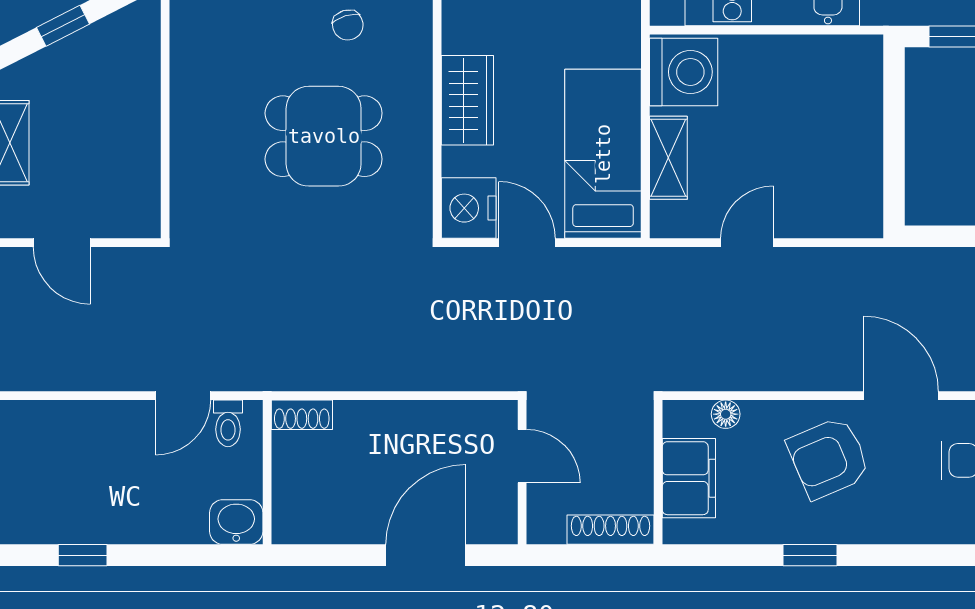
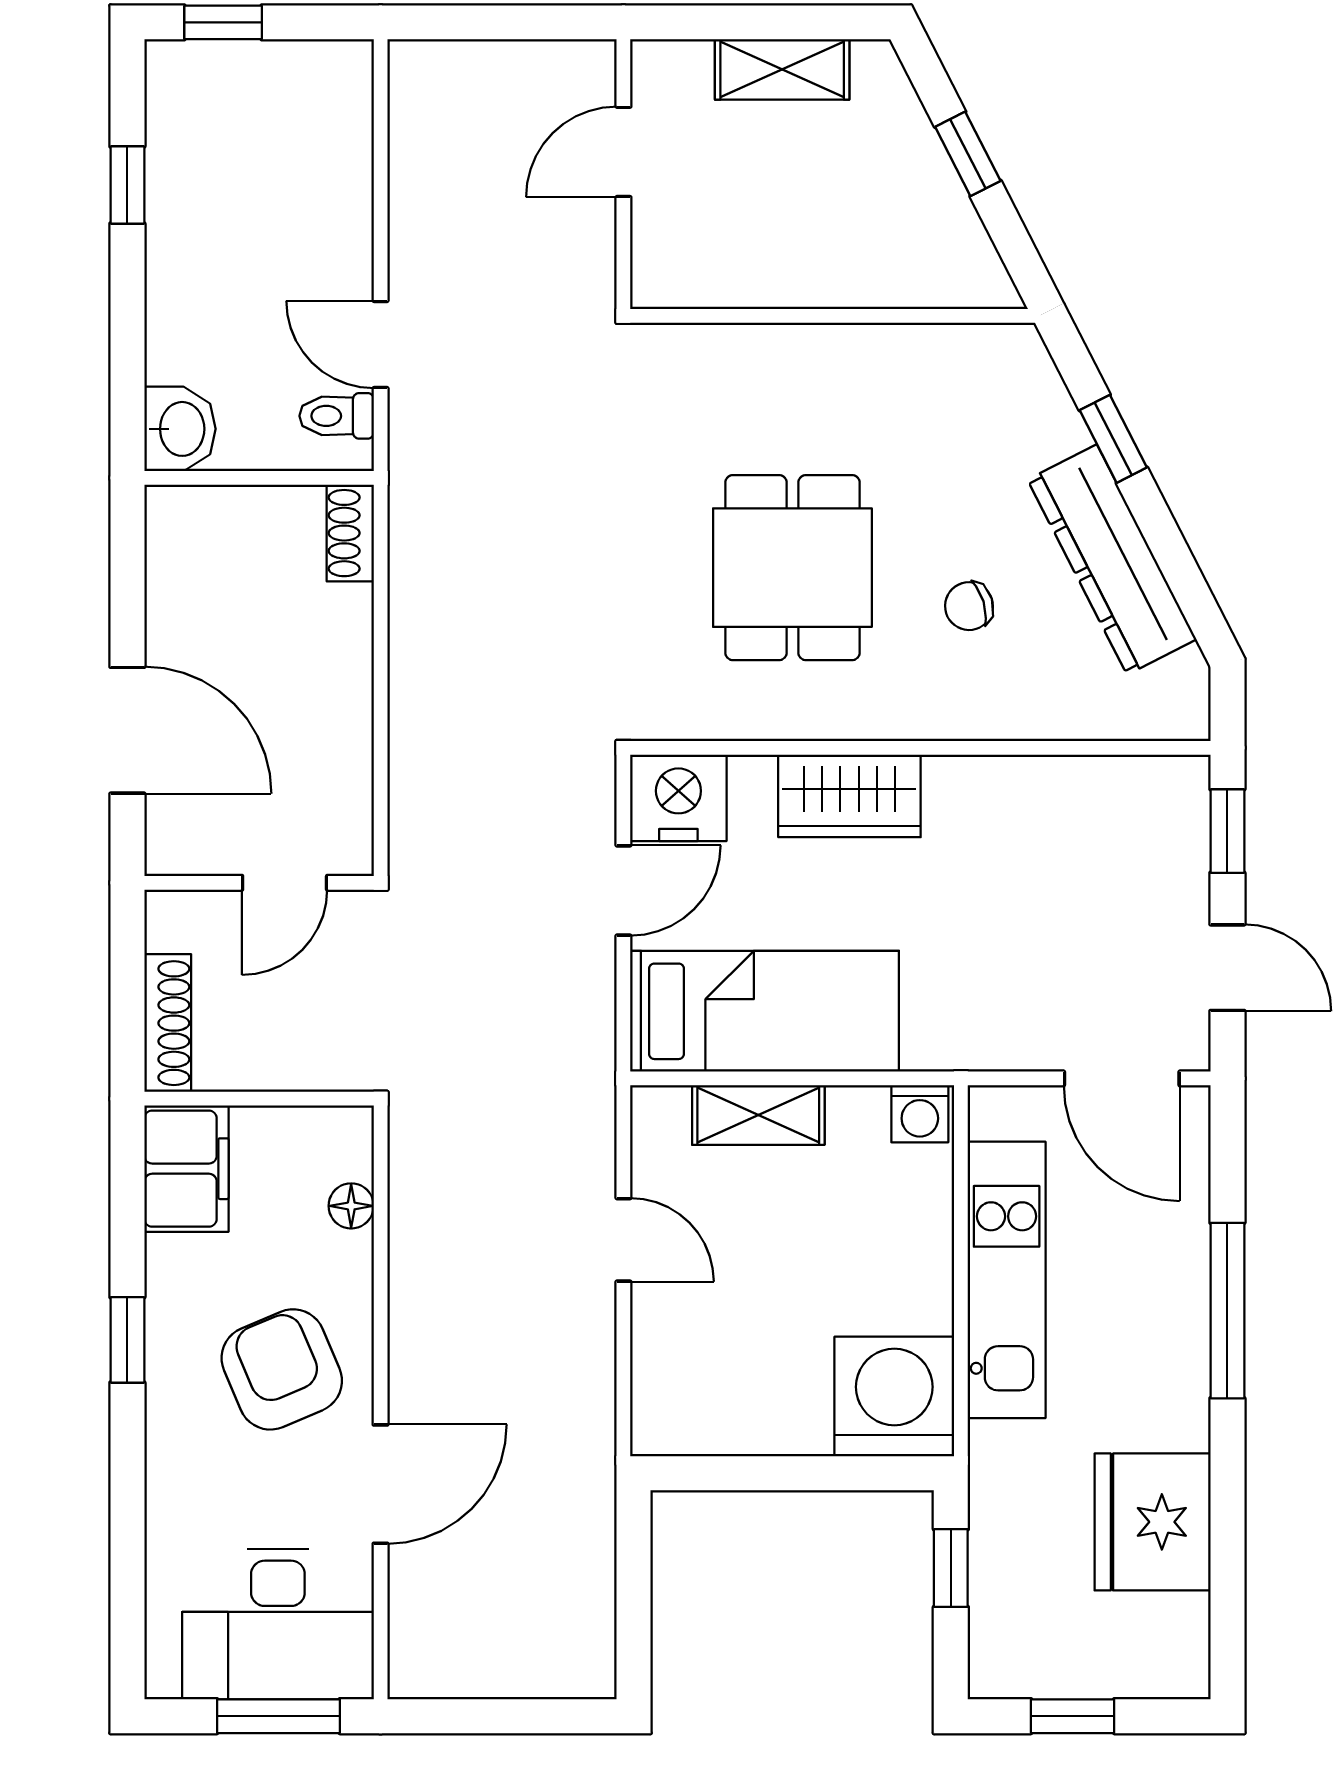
washing machine: (684, 72) -> (920, 1114), width x0.53, depth x0.53
washing machine: (846, 72) -> (894, 1397), added
filing cabinet: (689, 478) -> (186, 1169), moved, turned -90

